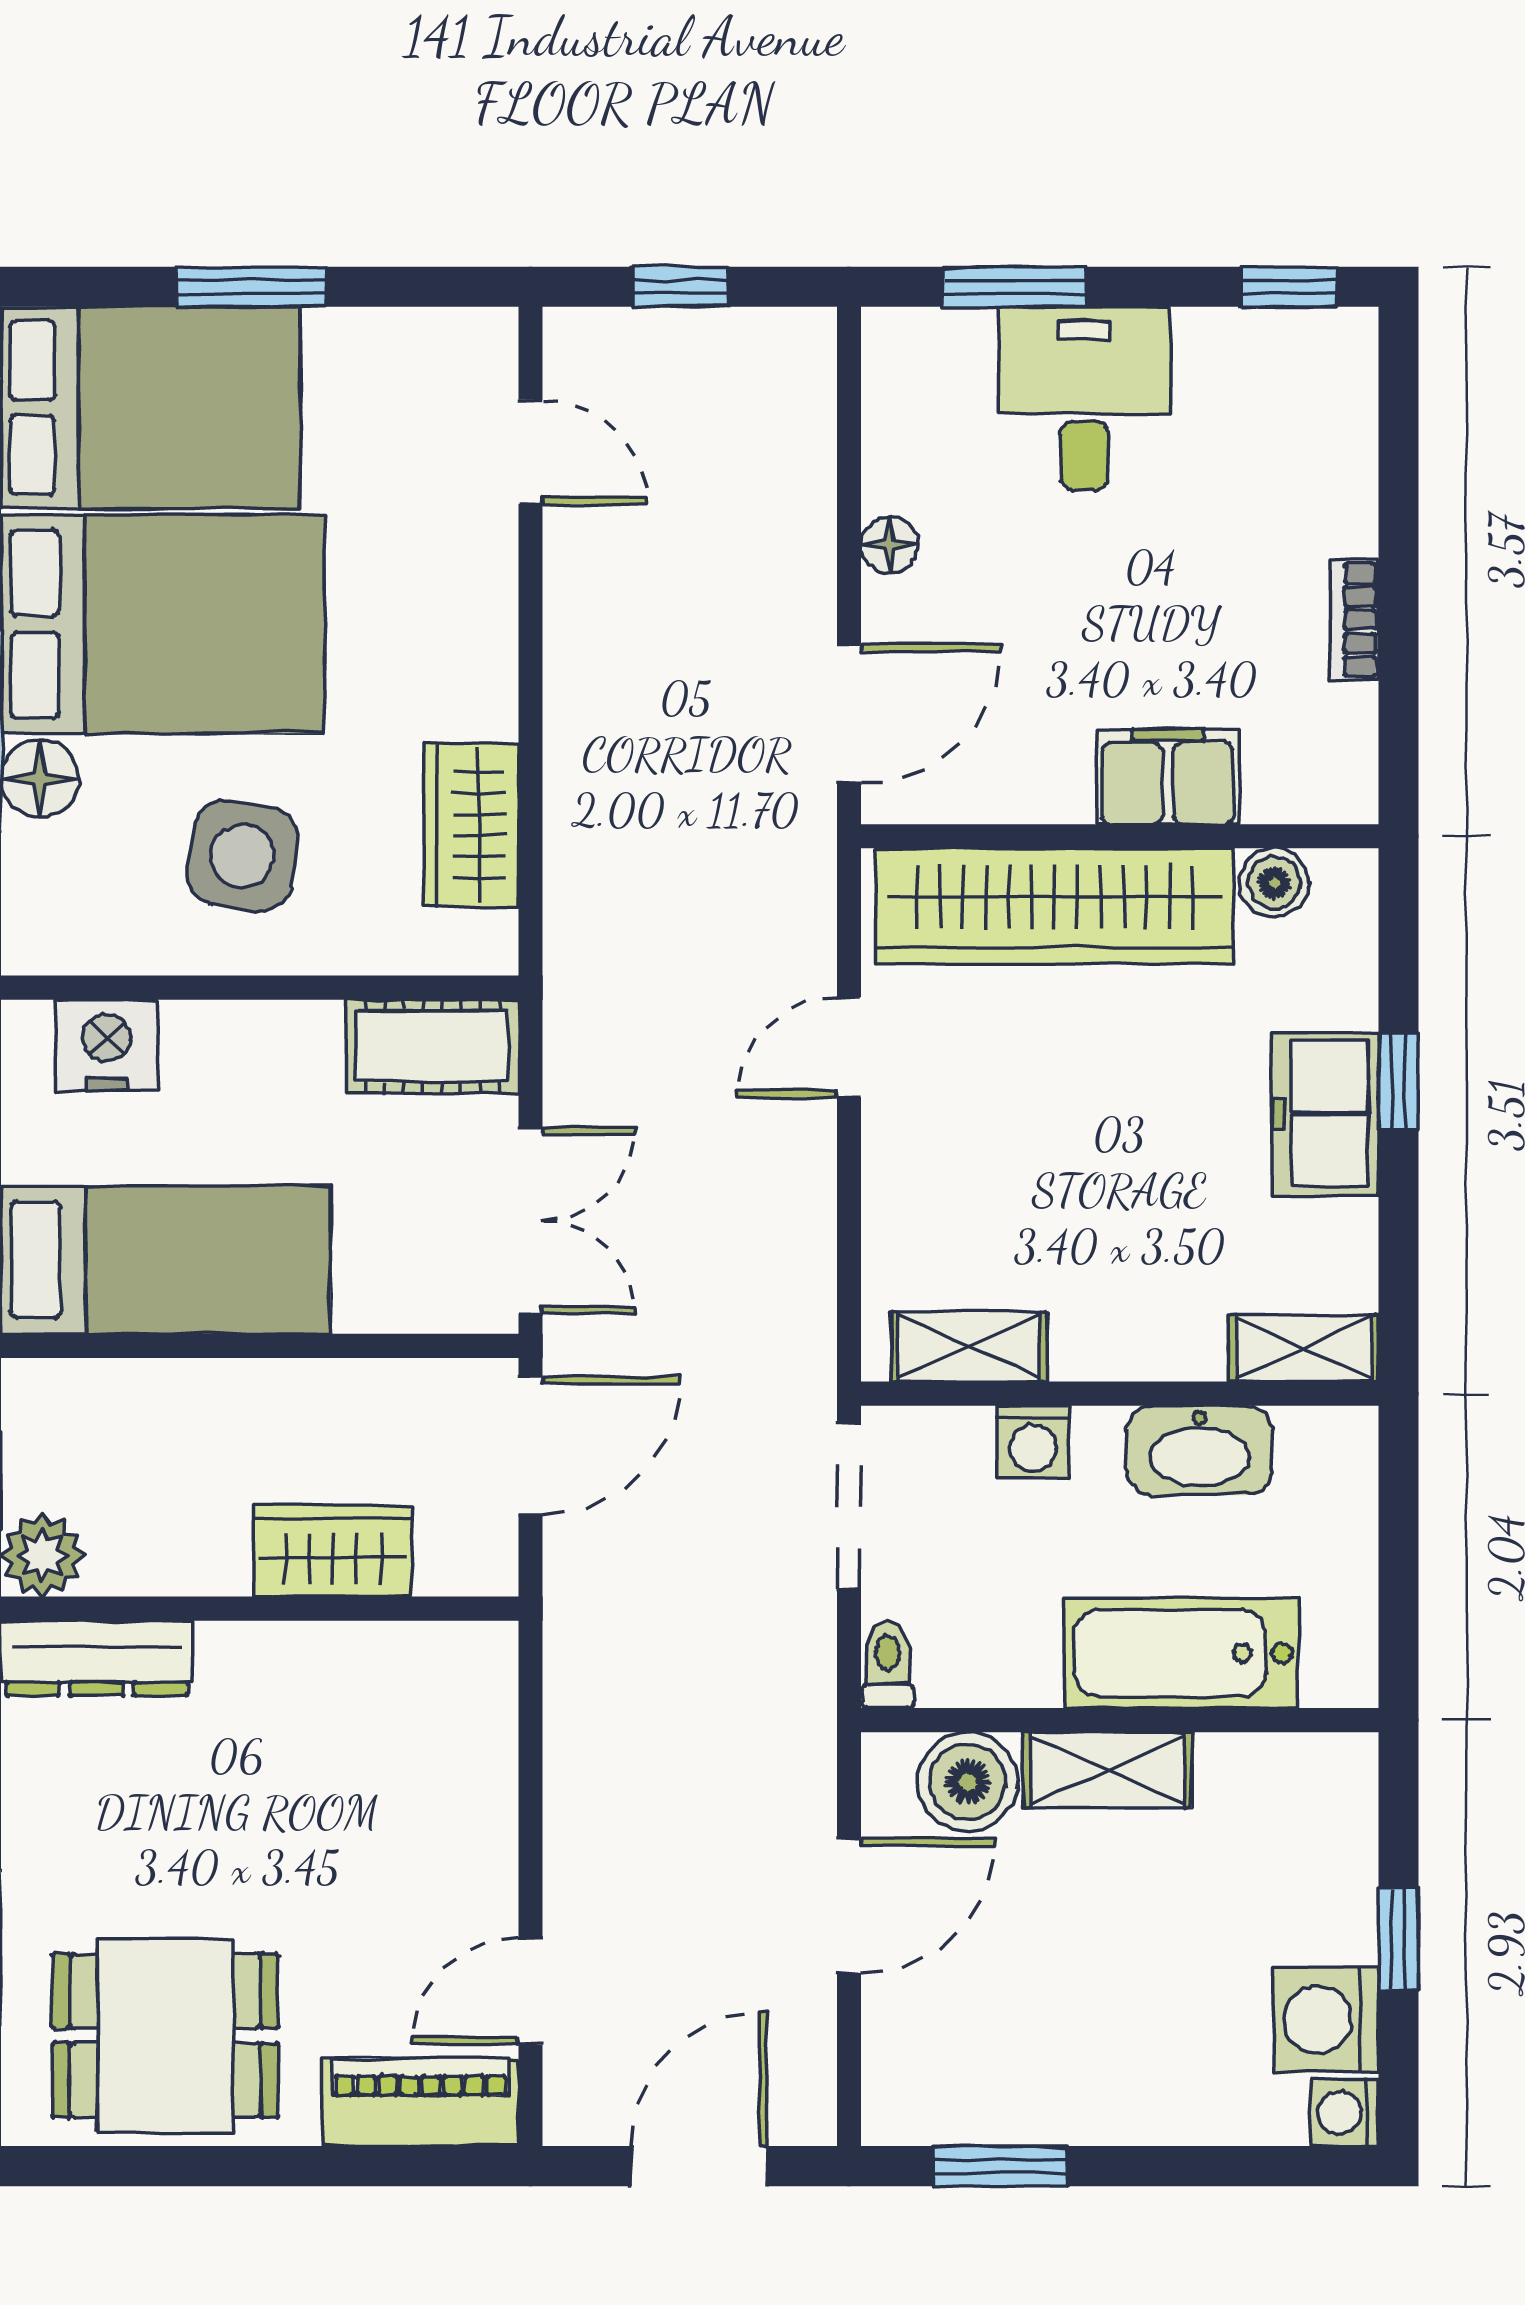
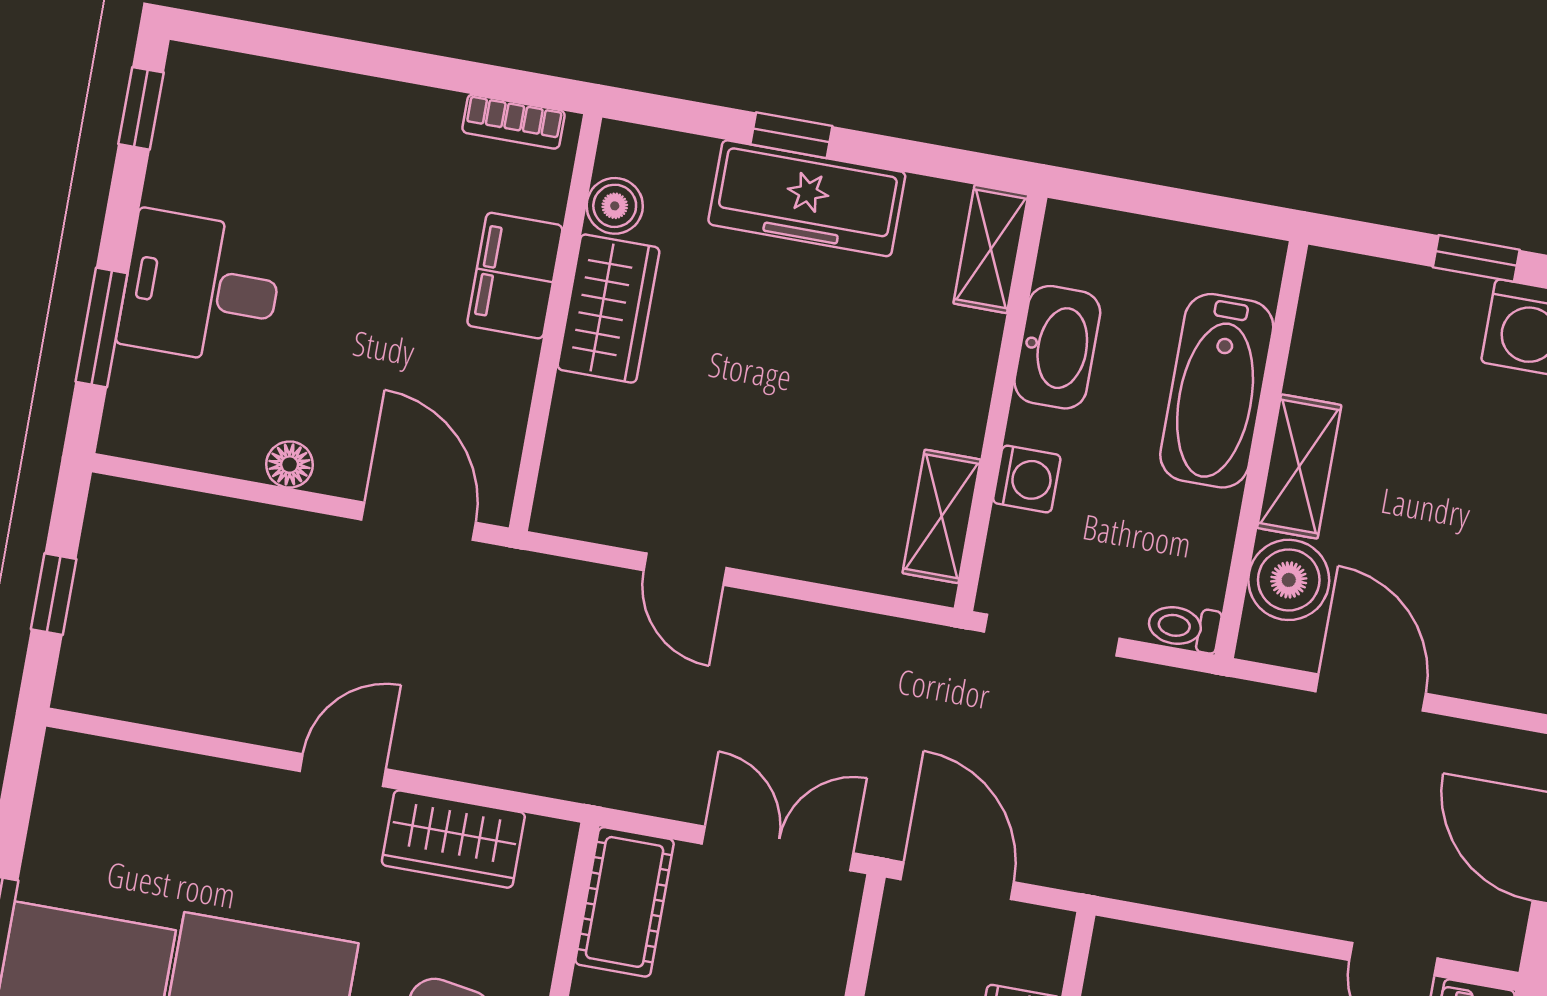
door: (530, 452) -> (343, 770), moved
bookcase: (1354, 620) -> (513, 122), moved
wardrobe: (1055, 906) -> (609, 309), width x0.48, depth x0.85
freezer: (1325, 1114) -> (807, 198), width x1.40

